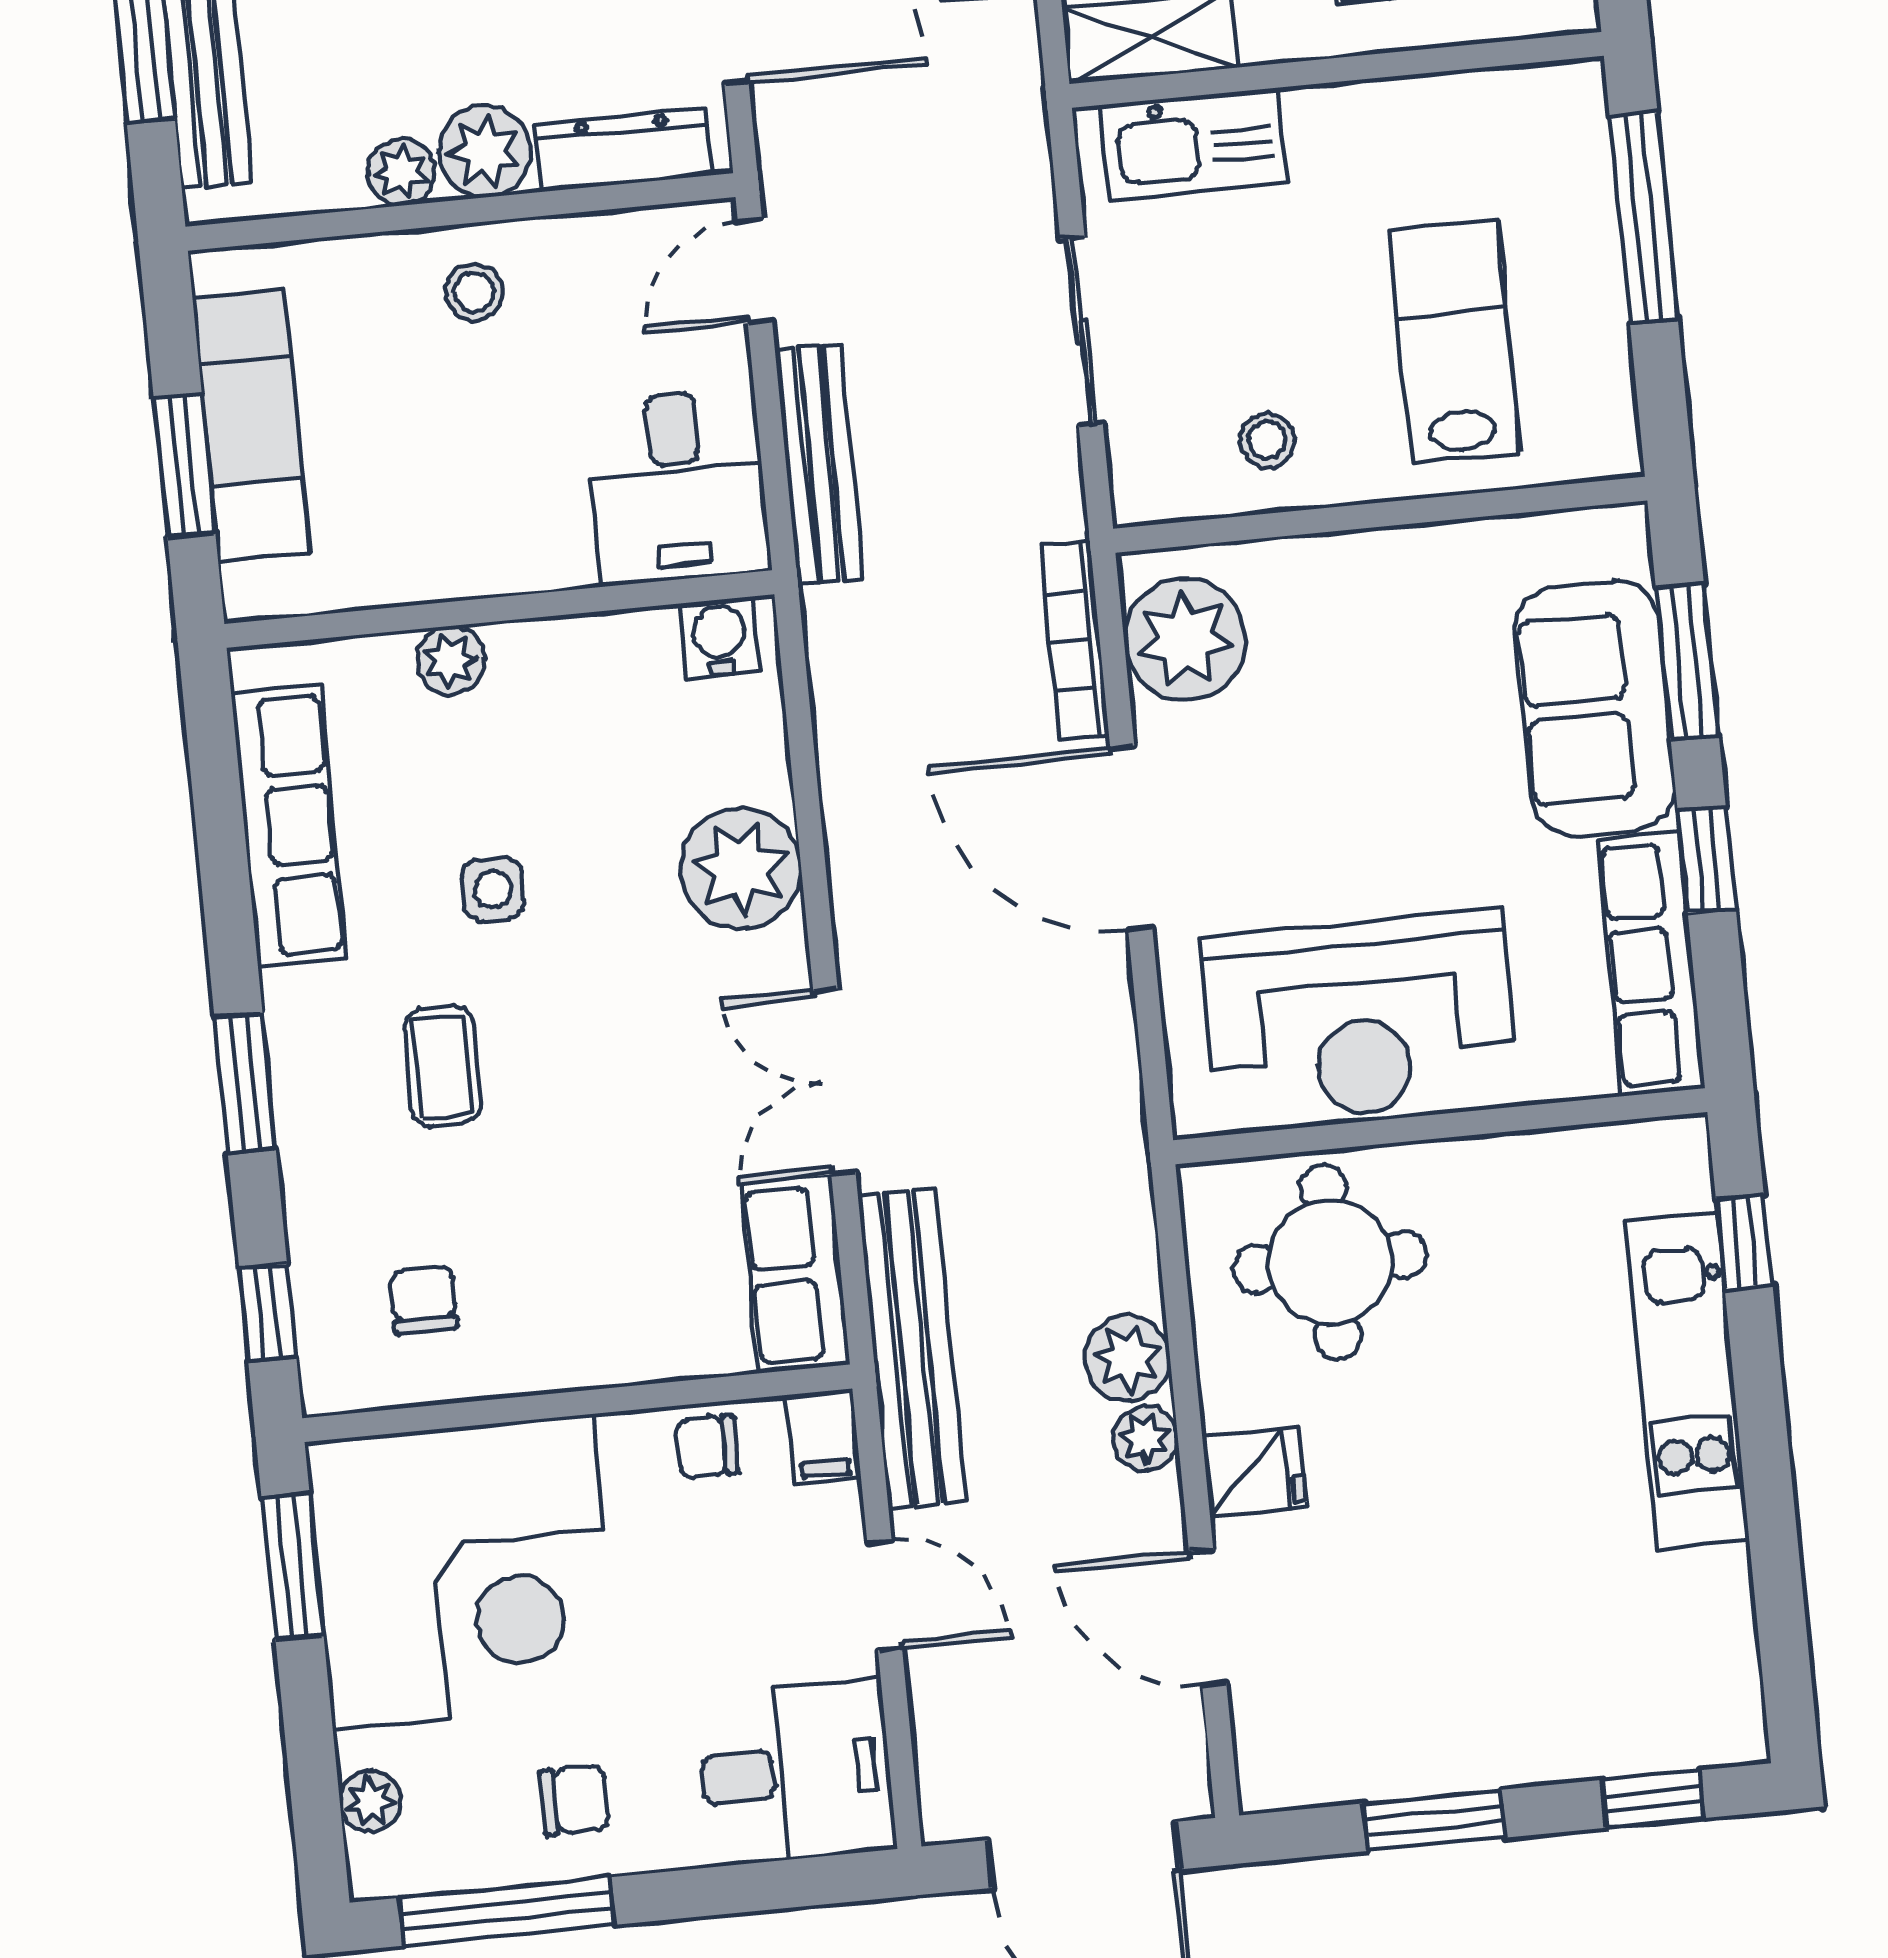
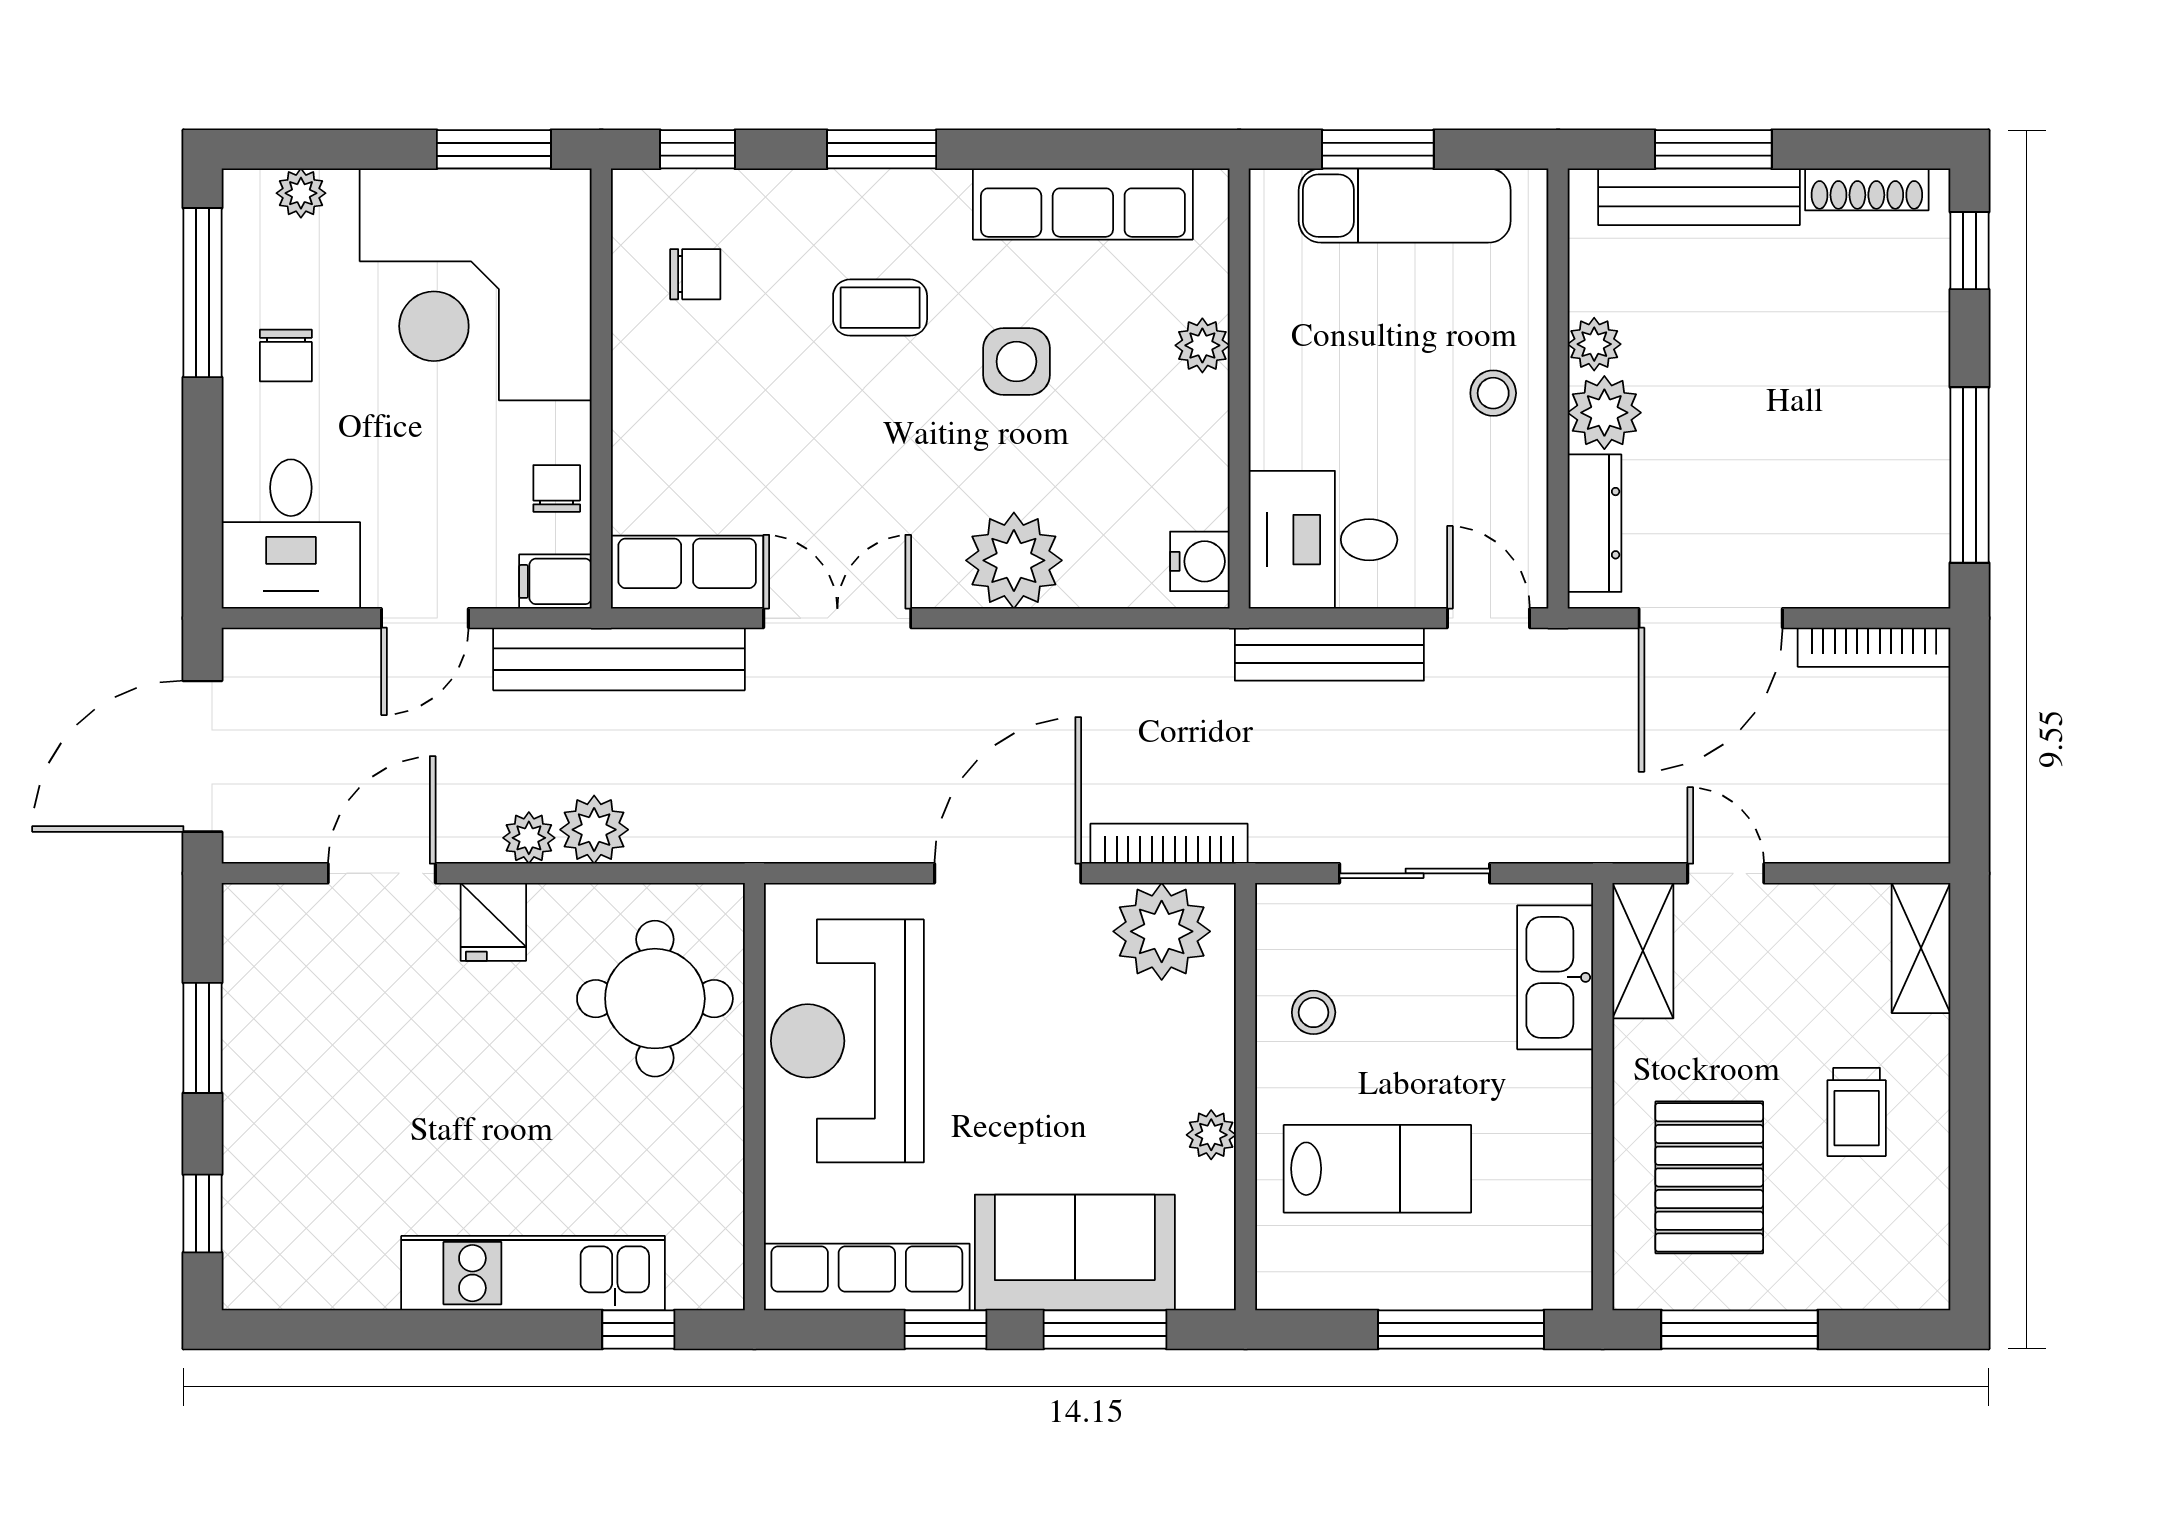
plant: (1432, 553) -> (1211, 1135), added
side table: (493, 890) -> (1016, 362), width x1.37, depth x1.37

